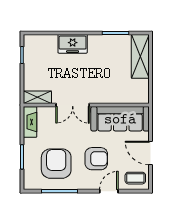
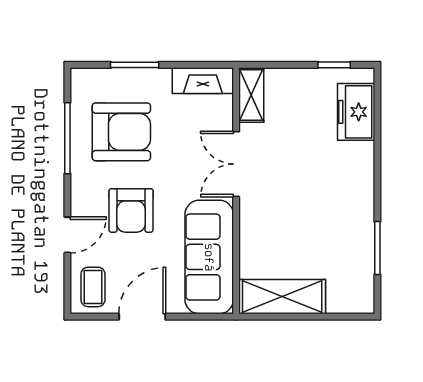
freezer: (73, 44) -> (356, 112), moved
shelving: (140, 56) -> (282, 297), moved
door: (109, 191) -> (67, 235), hinge flipped

